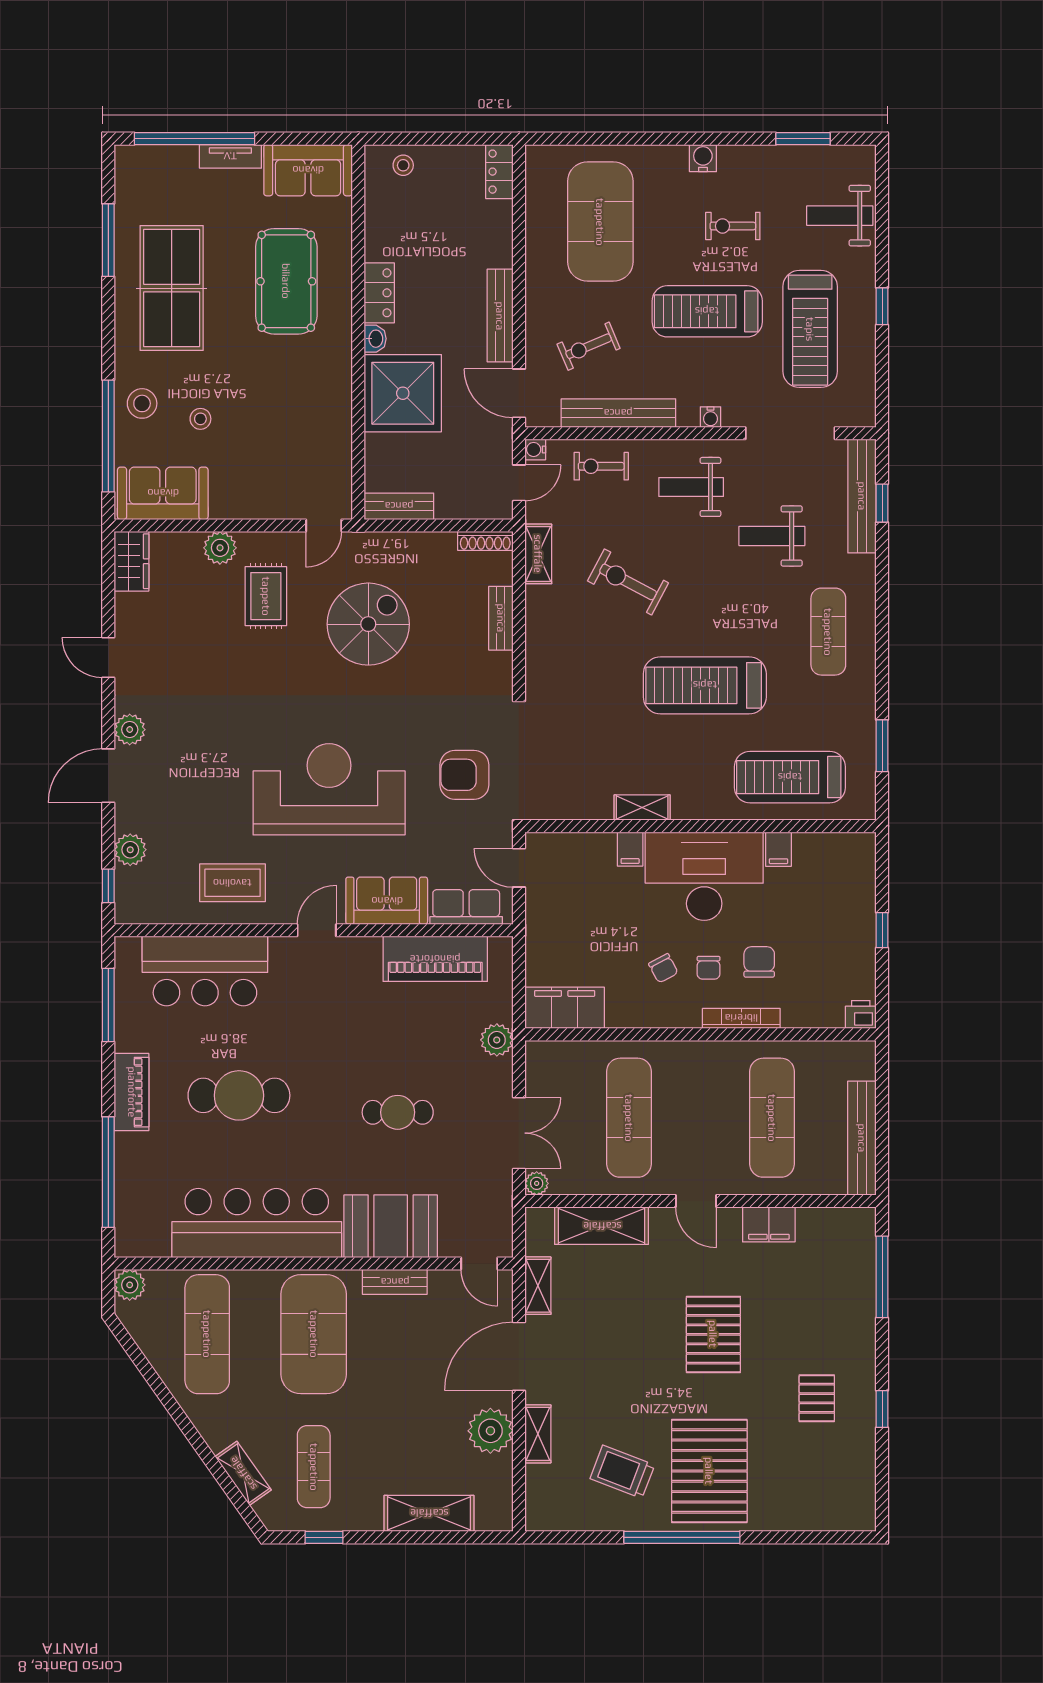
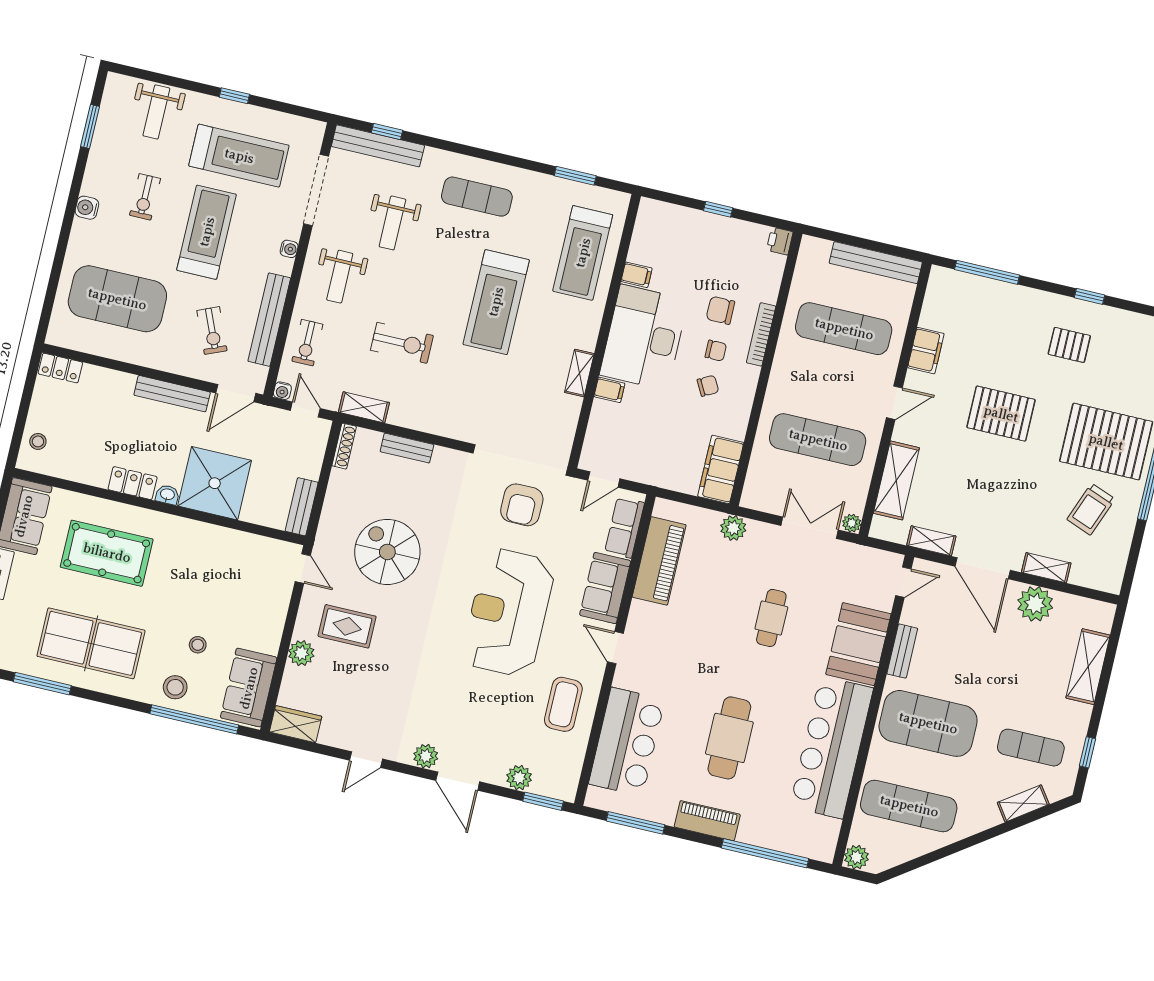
treadmill: (707, 311) -> (207, 232), turned 180
exercise bike: (628, 582) -> (402, 343), turned -118
window: (108, 886) -> (543, 801), width x1.50

